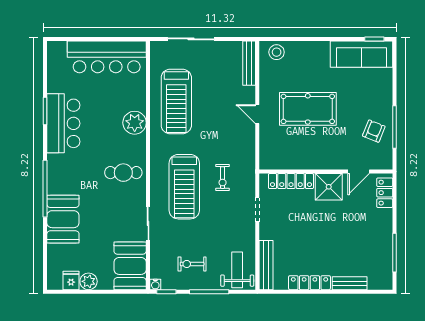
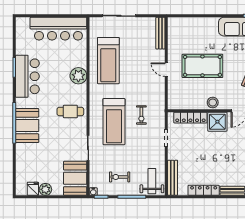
stool: (277, 52) -> (213, 102), moved
booth: (63, 219) -> (27, 126), moved

